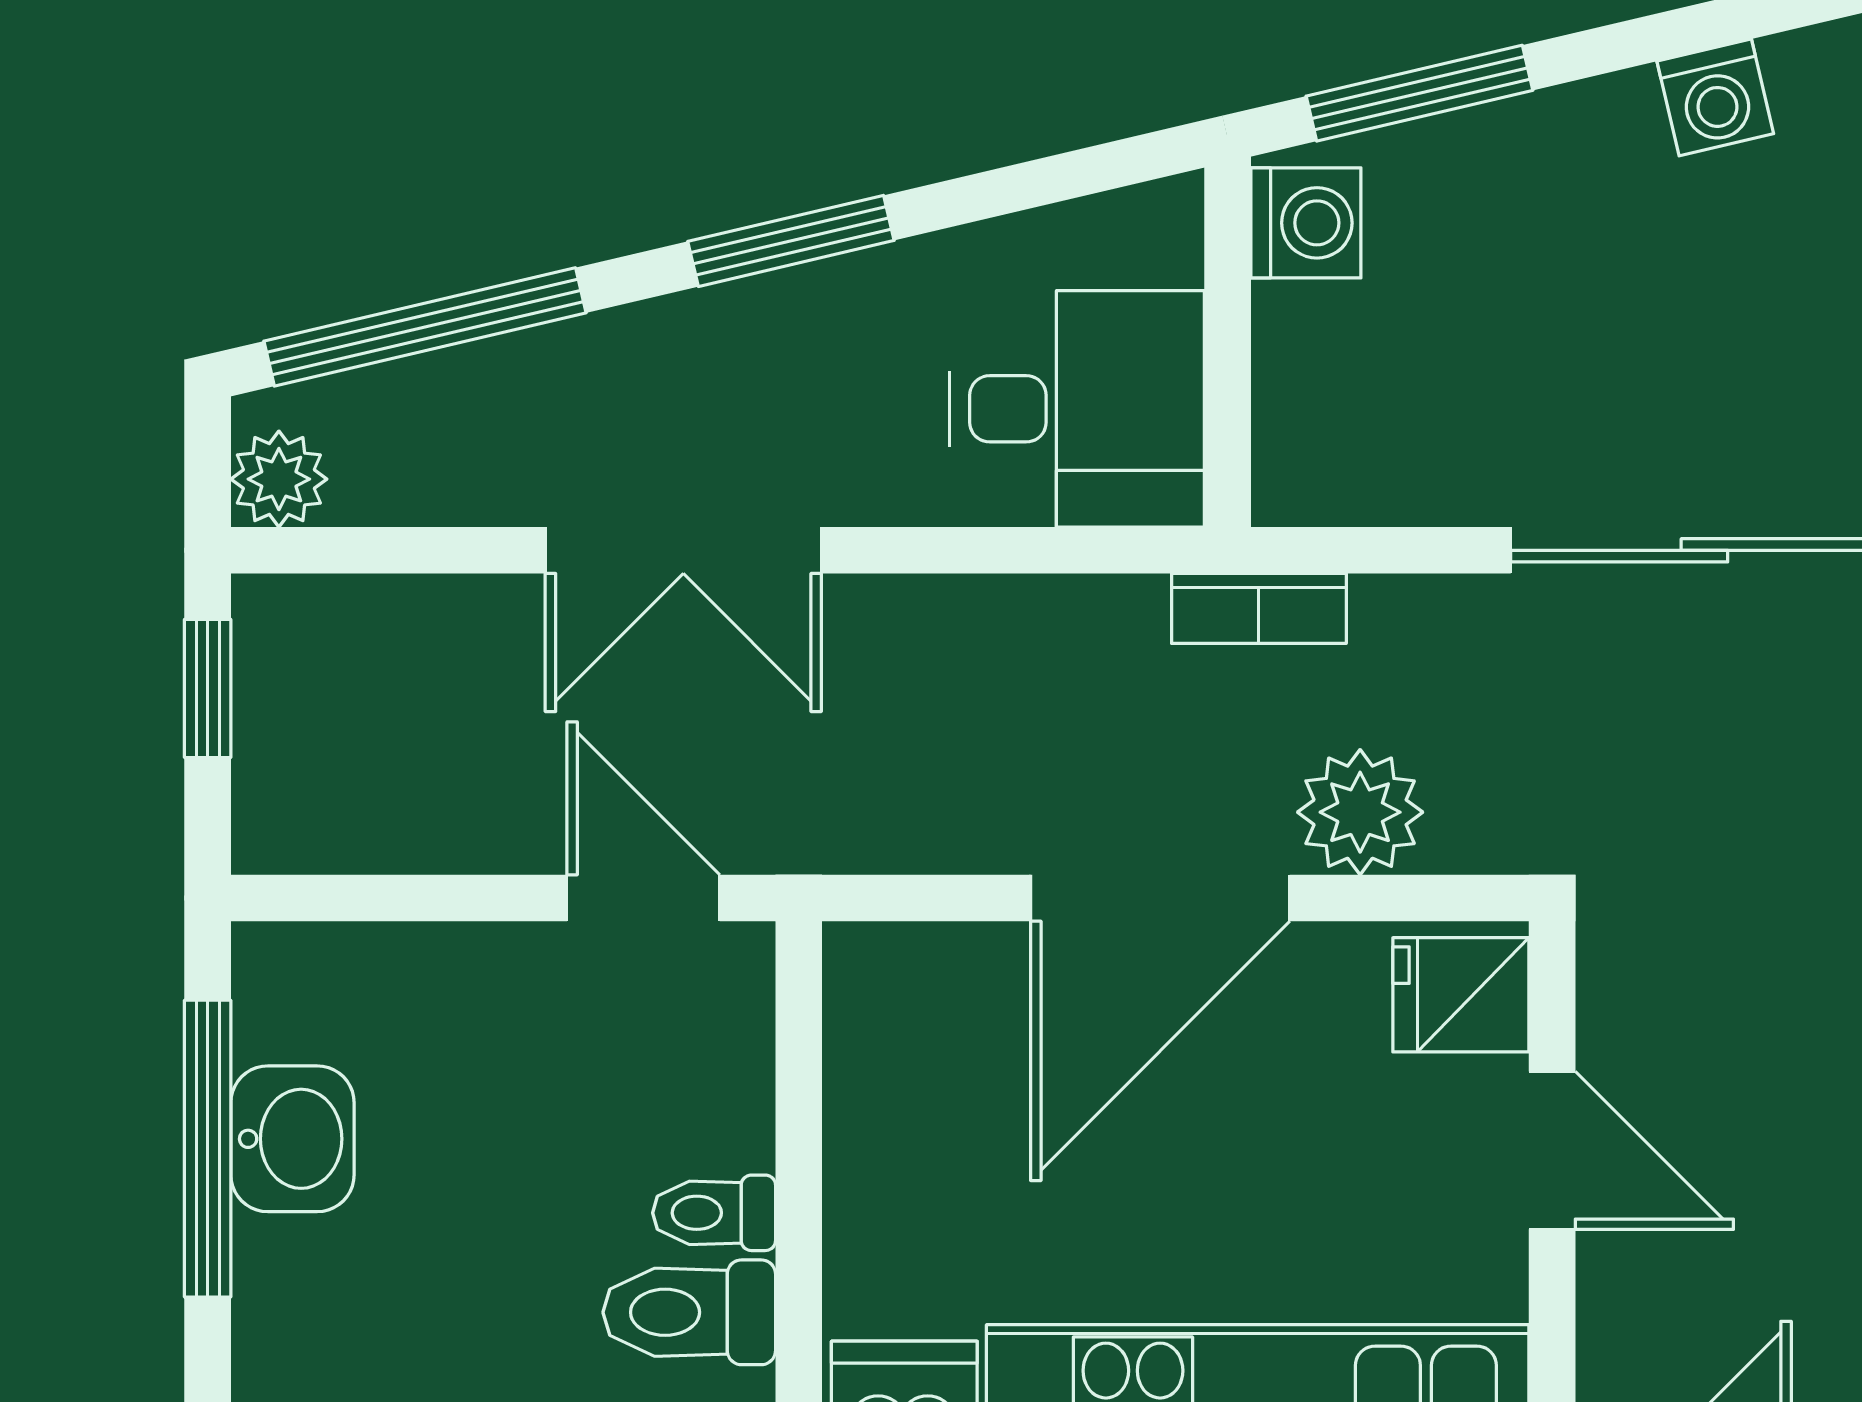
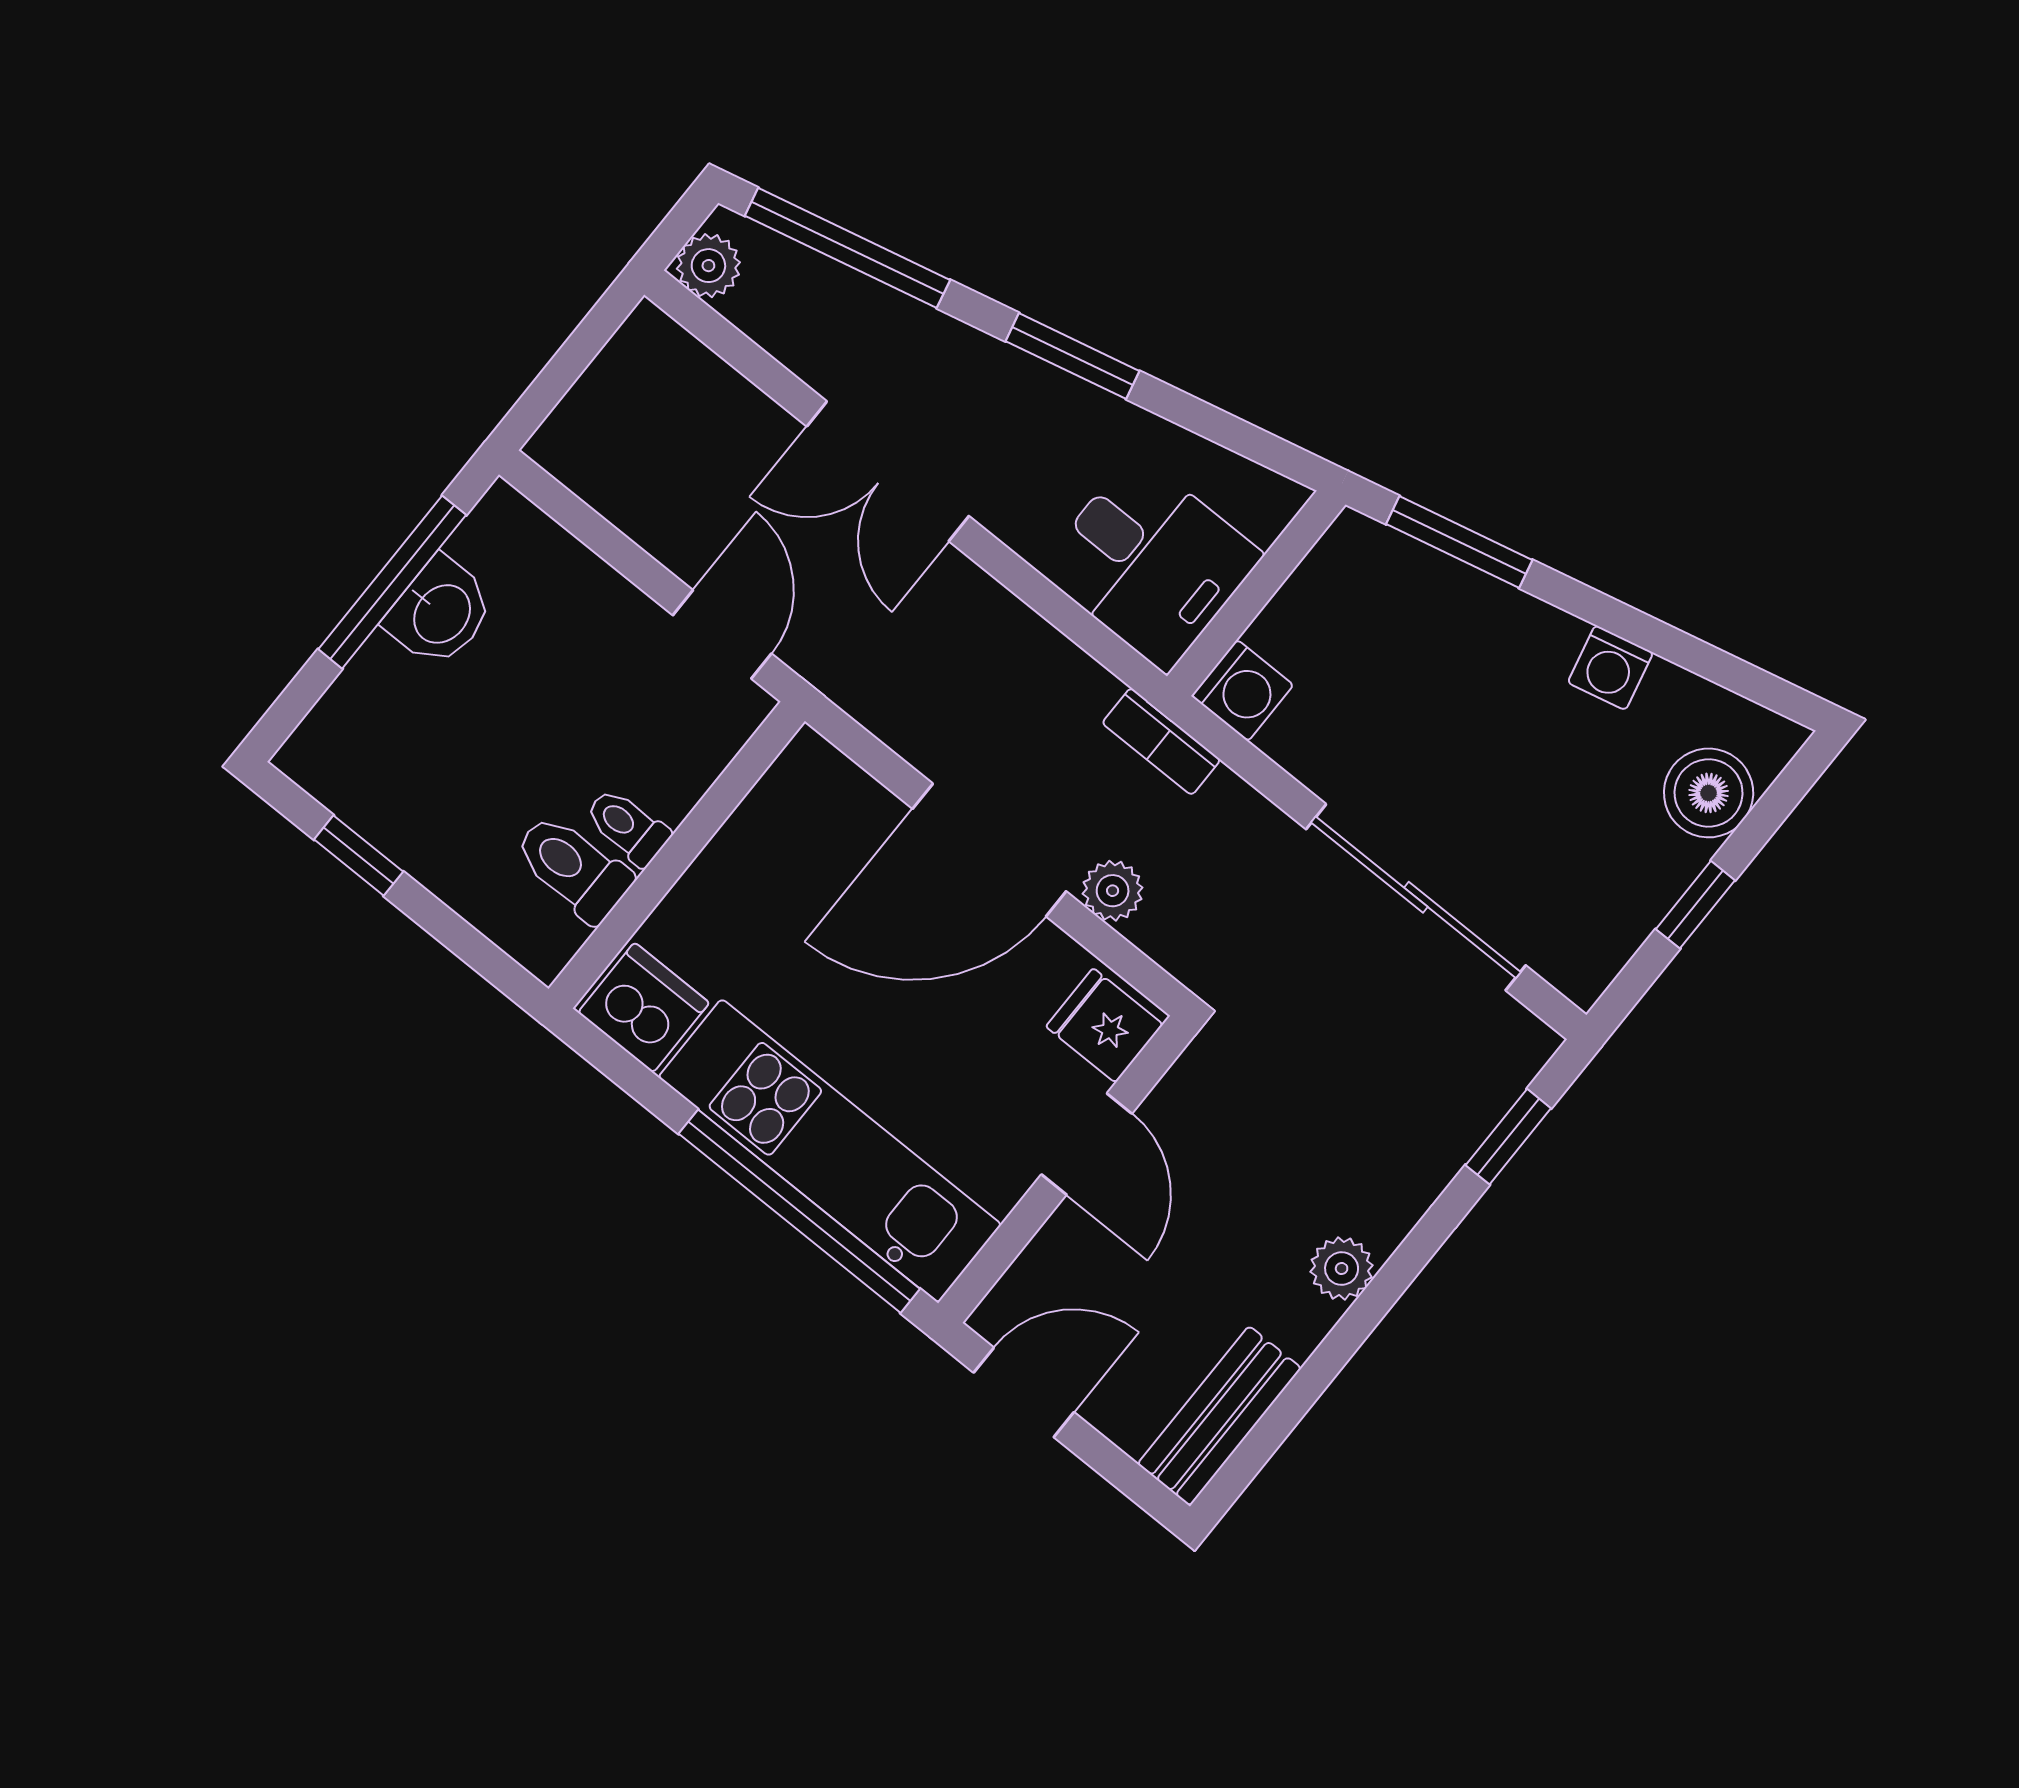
washing machine: (1306, 223) -> (1242, 690), moved
window: (208, 688) -> (584, 344), removed
plant: (1360, 812) -> (1113, 891), width x0.73, depth x0.73

